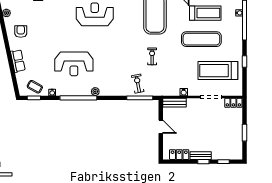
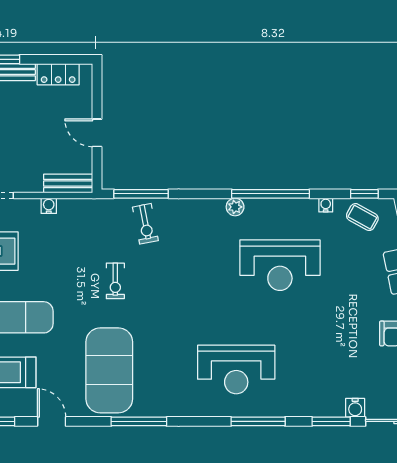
reception desk: (74, 64) -> (280, 265), turned 180

